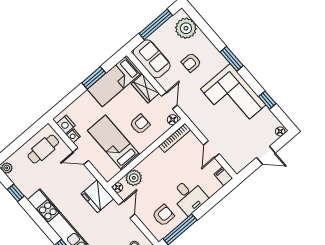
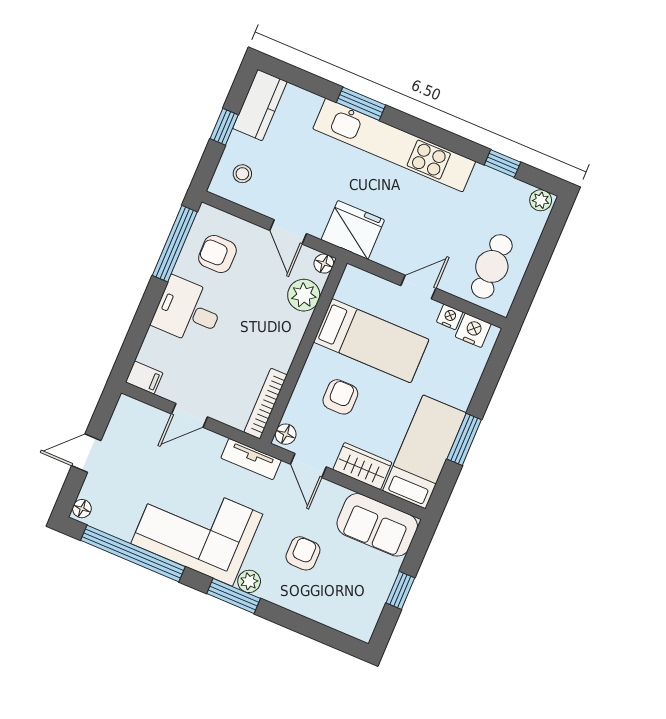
window: (156, 24) -> (400, 590), width x0.46
plant: (186, 28) -> (249, 581), moved, width x0.53, depth x0.53
window: (267, 100) -> (133, 553), width x3.17
tv unit: (194, 116) -> (251, 459), added
armchair: (140, 124) -> (340, 397), turned 180
door: (211, 149) -> (190, 415), swing flipped
armchair: (163, 215) -> (217, 254), turned 90

